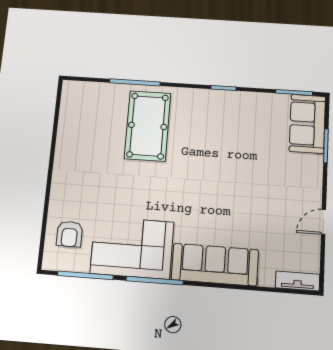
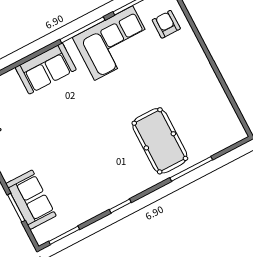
sofa: (307, 124) -> (31, 200), moved
sofa: (215, 265) -> (46, 68), width x0.73

